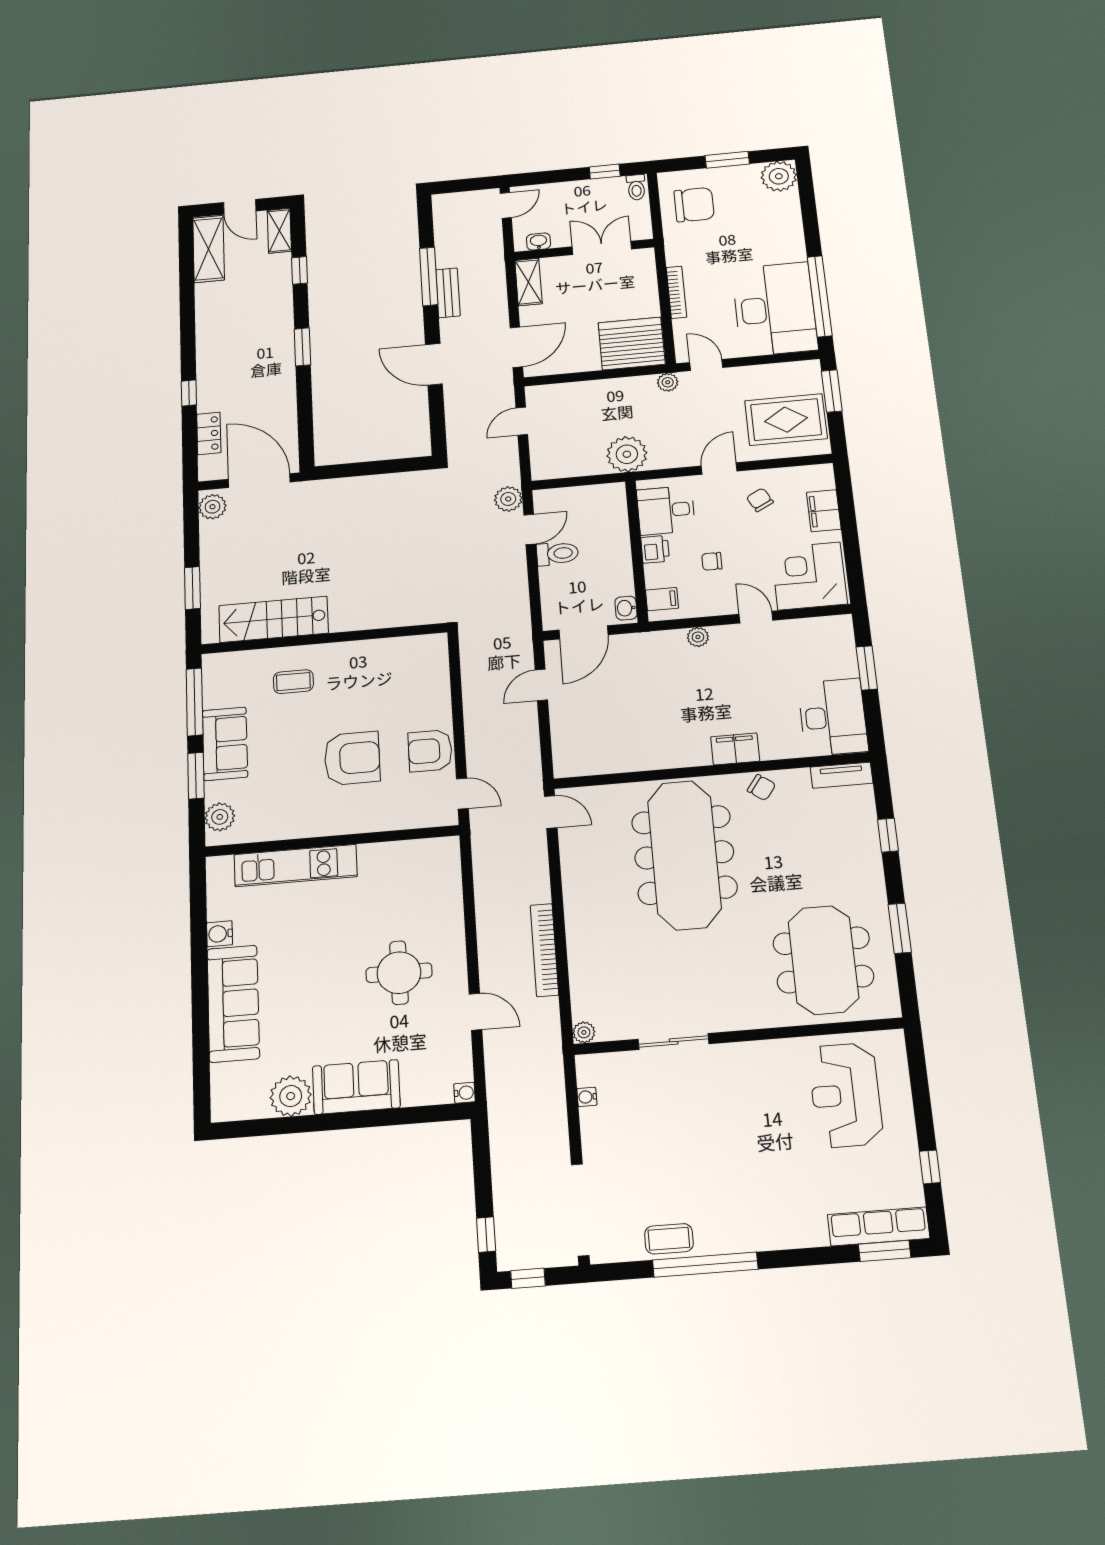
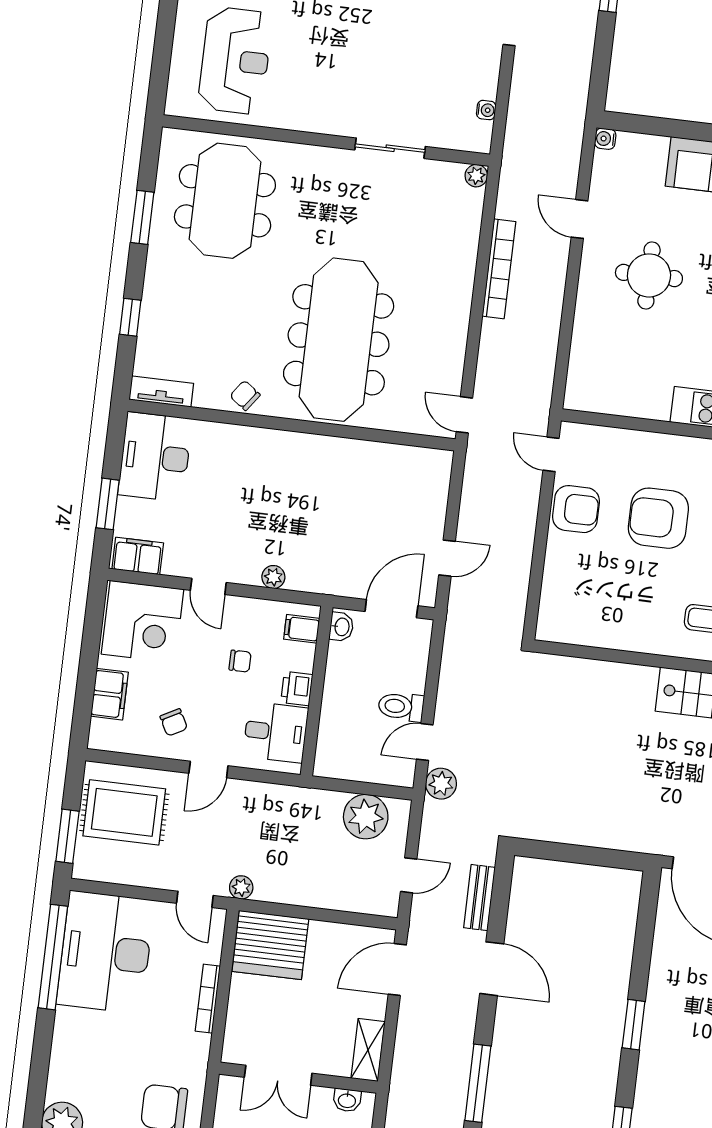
bench: (448, 293) -> (479, 898), moved
plant: (627, 454) -> (366, 817), moved
filing cabinet: (735, 749) -> (138, 556), moved, turned 180

